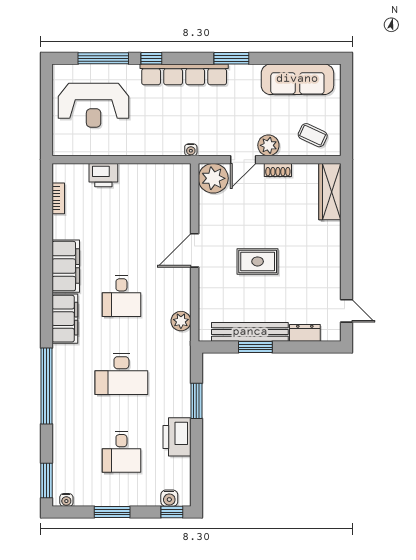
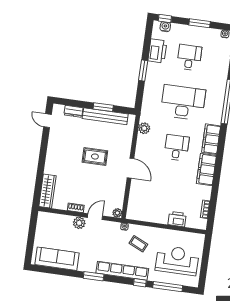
coffee table: (313, 135) -> (138, 244), moved
plant: (213, 178) -> (117, 213), width x0.53, depth x0.53
door: (195, 250) -> (131, 168), hinge flipped
desk: (121, 374) -> (183, 103), width x1.36, depth x1.30
window: (196, 401) -> (143, 70), moved
printer: (177, 437) -> (157, 51), moved

